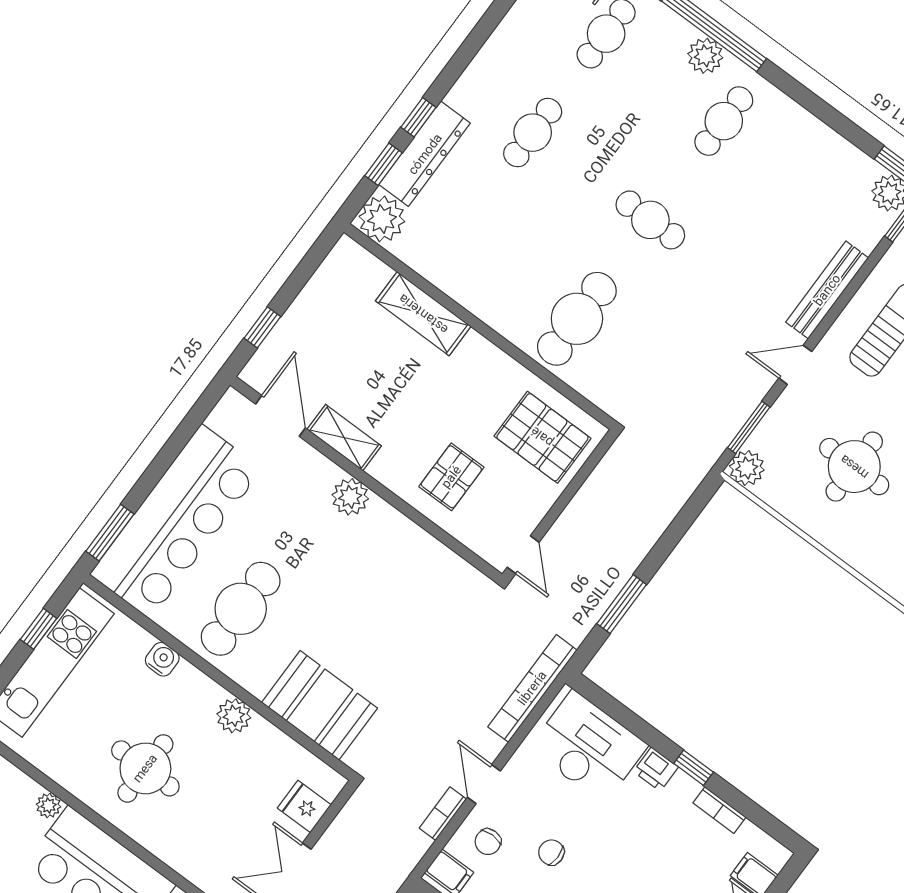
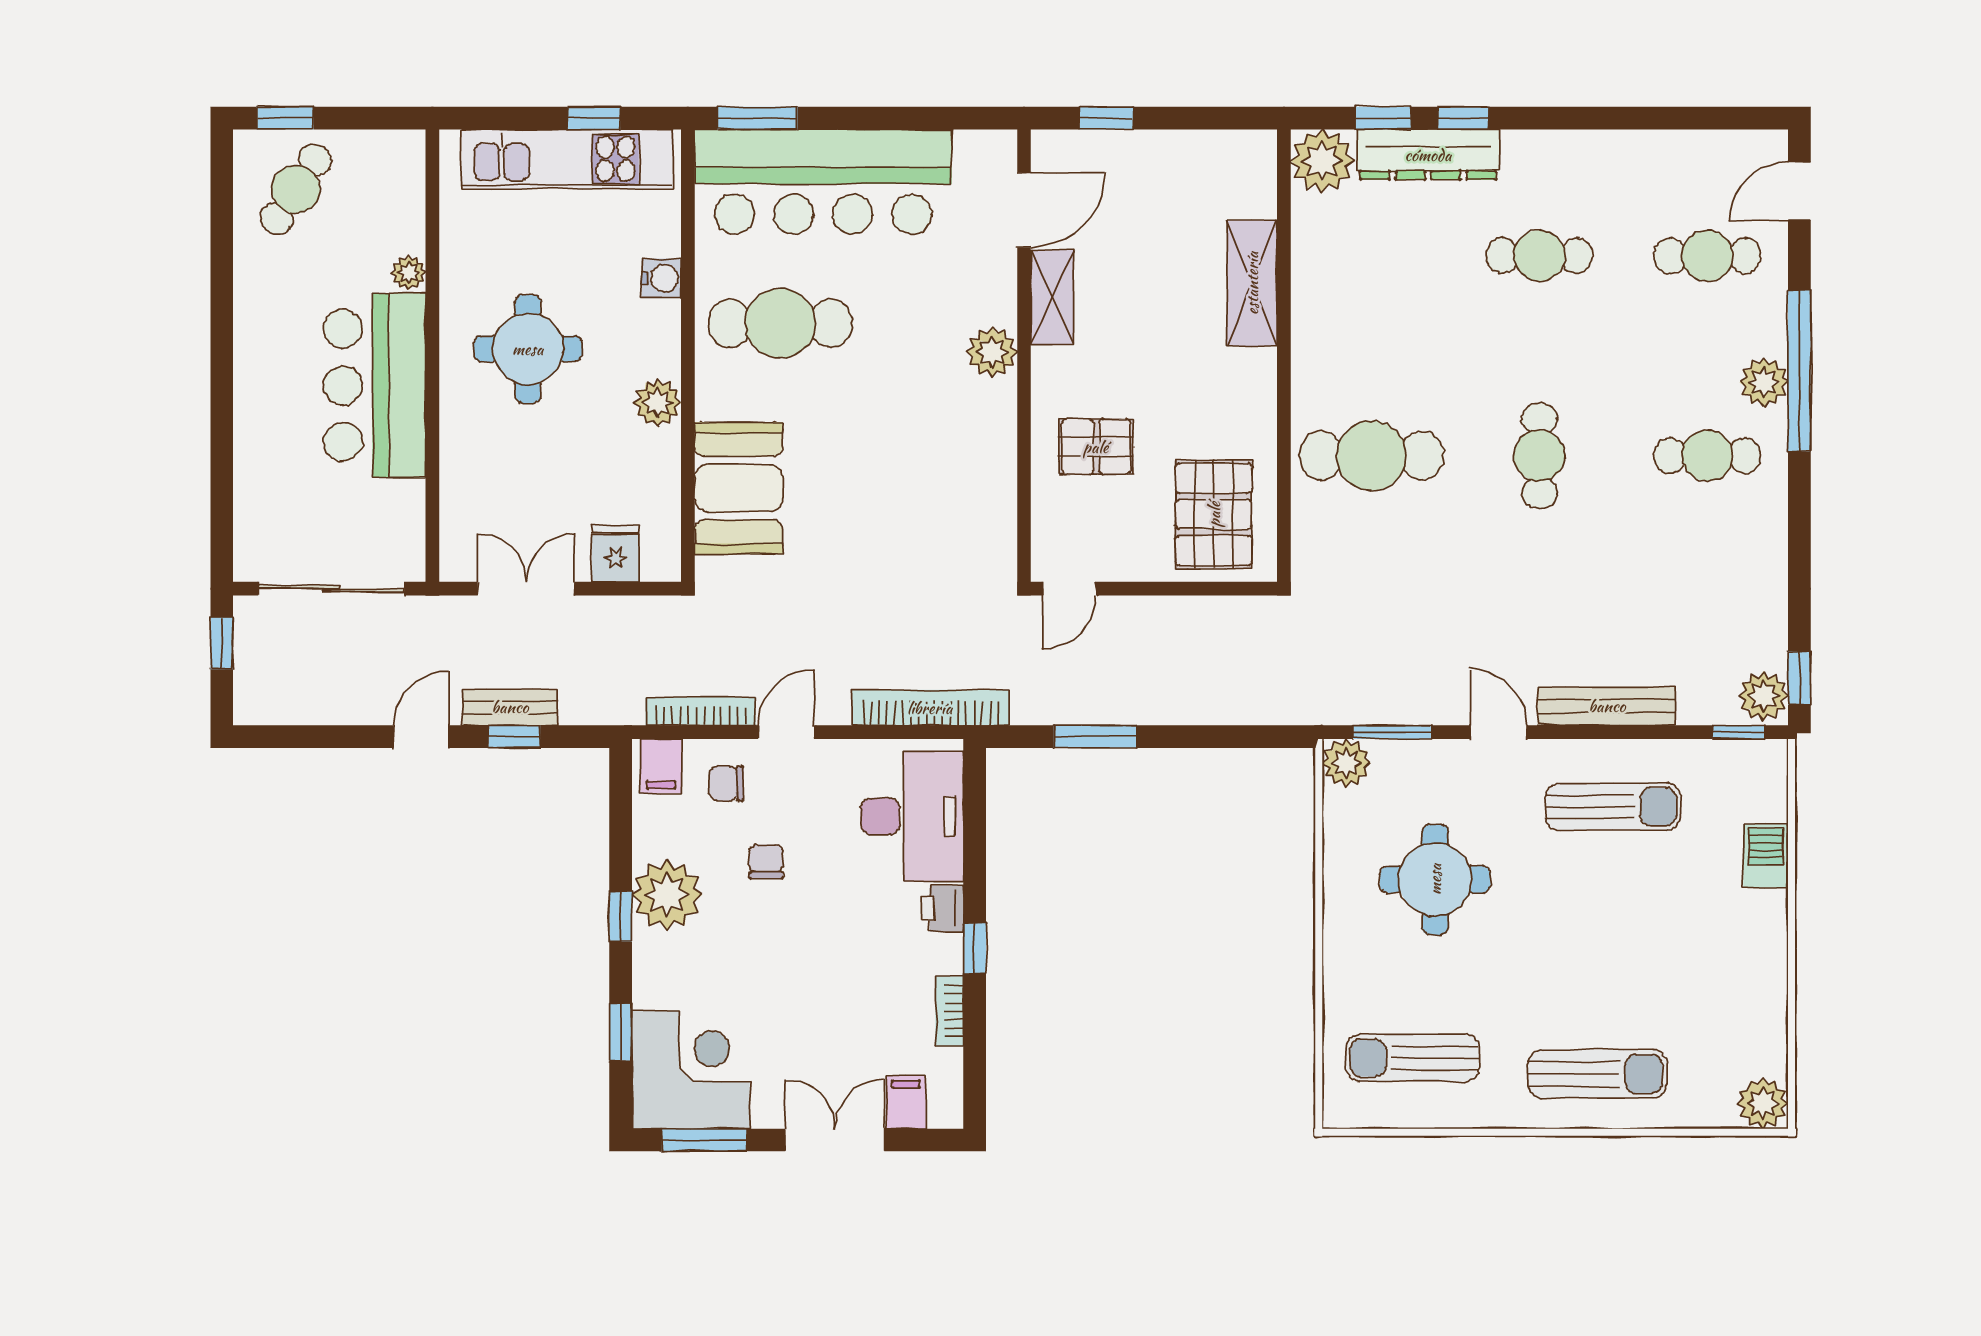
bookcase: (443, 814) -> (701, 711), width x1.56

